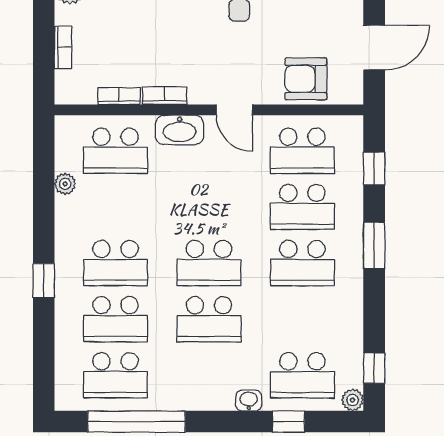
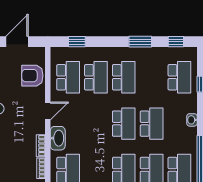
door: (374, 48) -> (17, 42), hinge flipped
armchair: (306, 79) -> (32, 76), turned 90
window: (374, 245) -> (140, 42), moved
plant: (353, 400) -> (192, 52), removed
washbasin: (249, 401) -> (192, 120), moved

